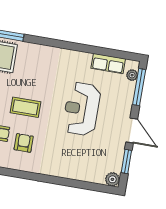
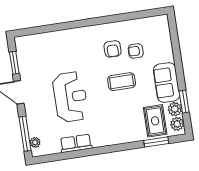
row of seats: (108, 63) -> (76, 143), moved
plant: (112, 179) -> (22, 43), removed

